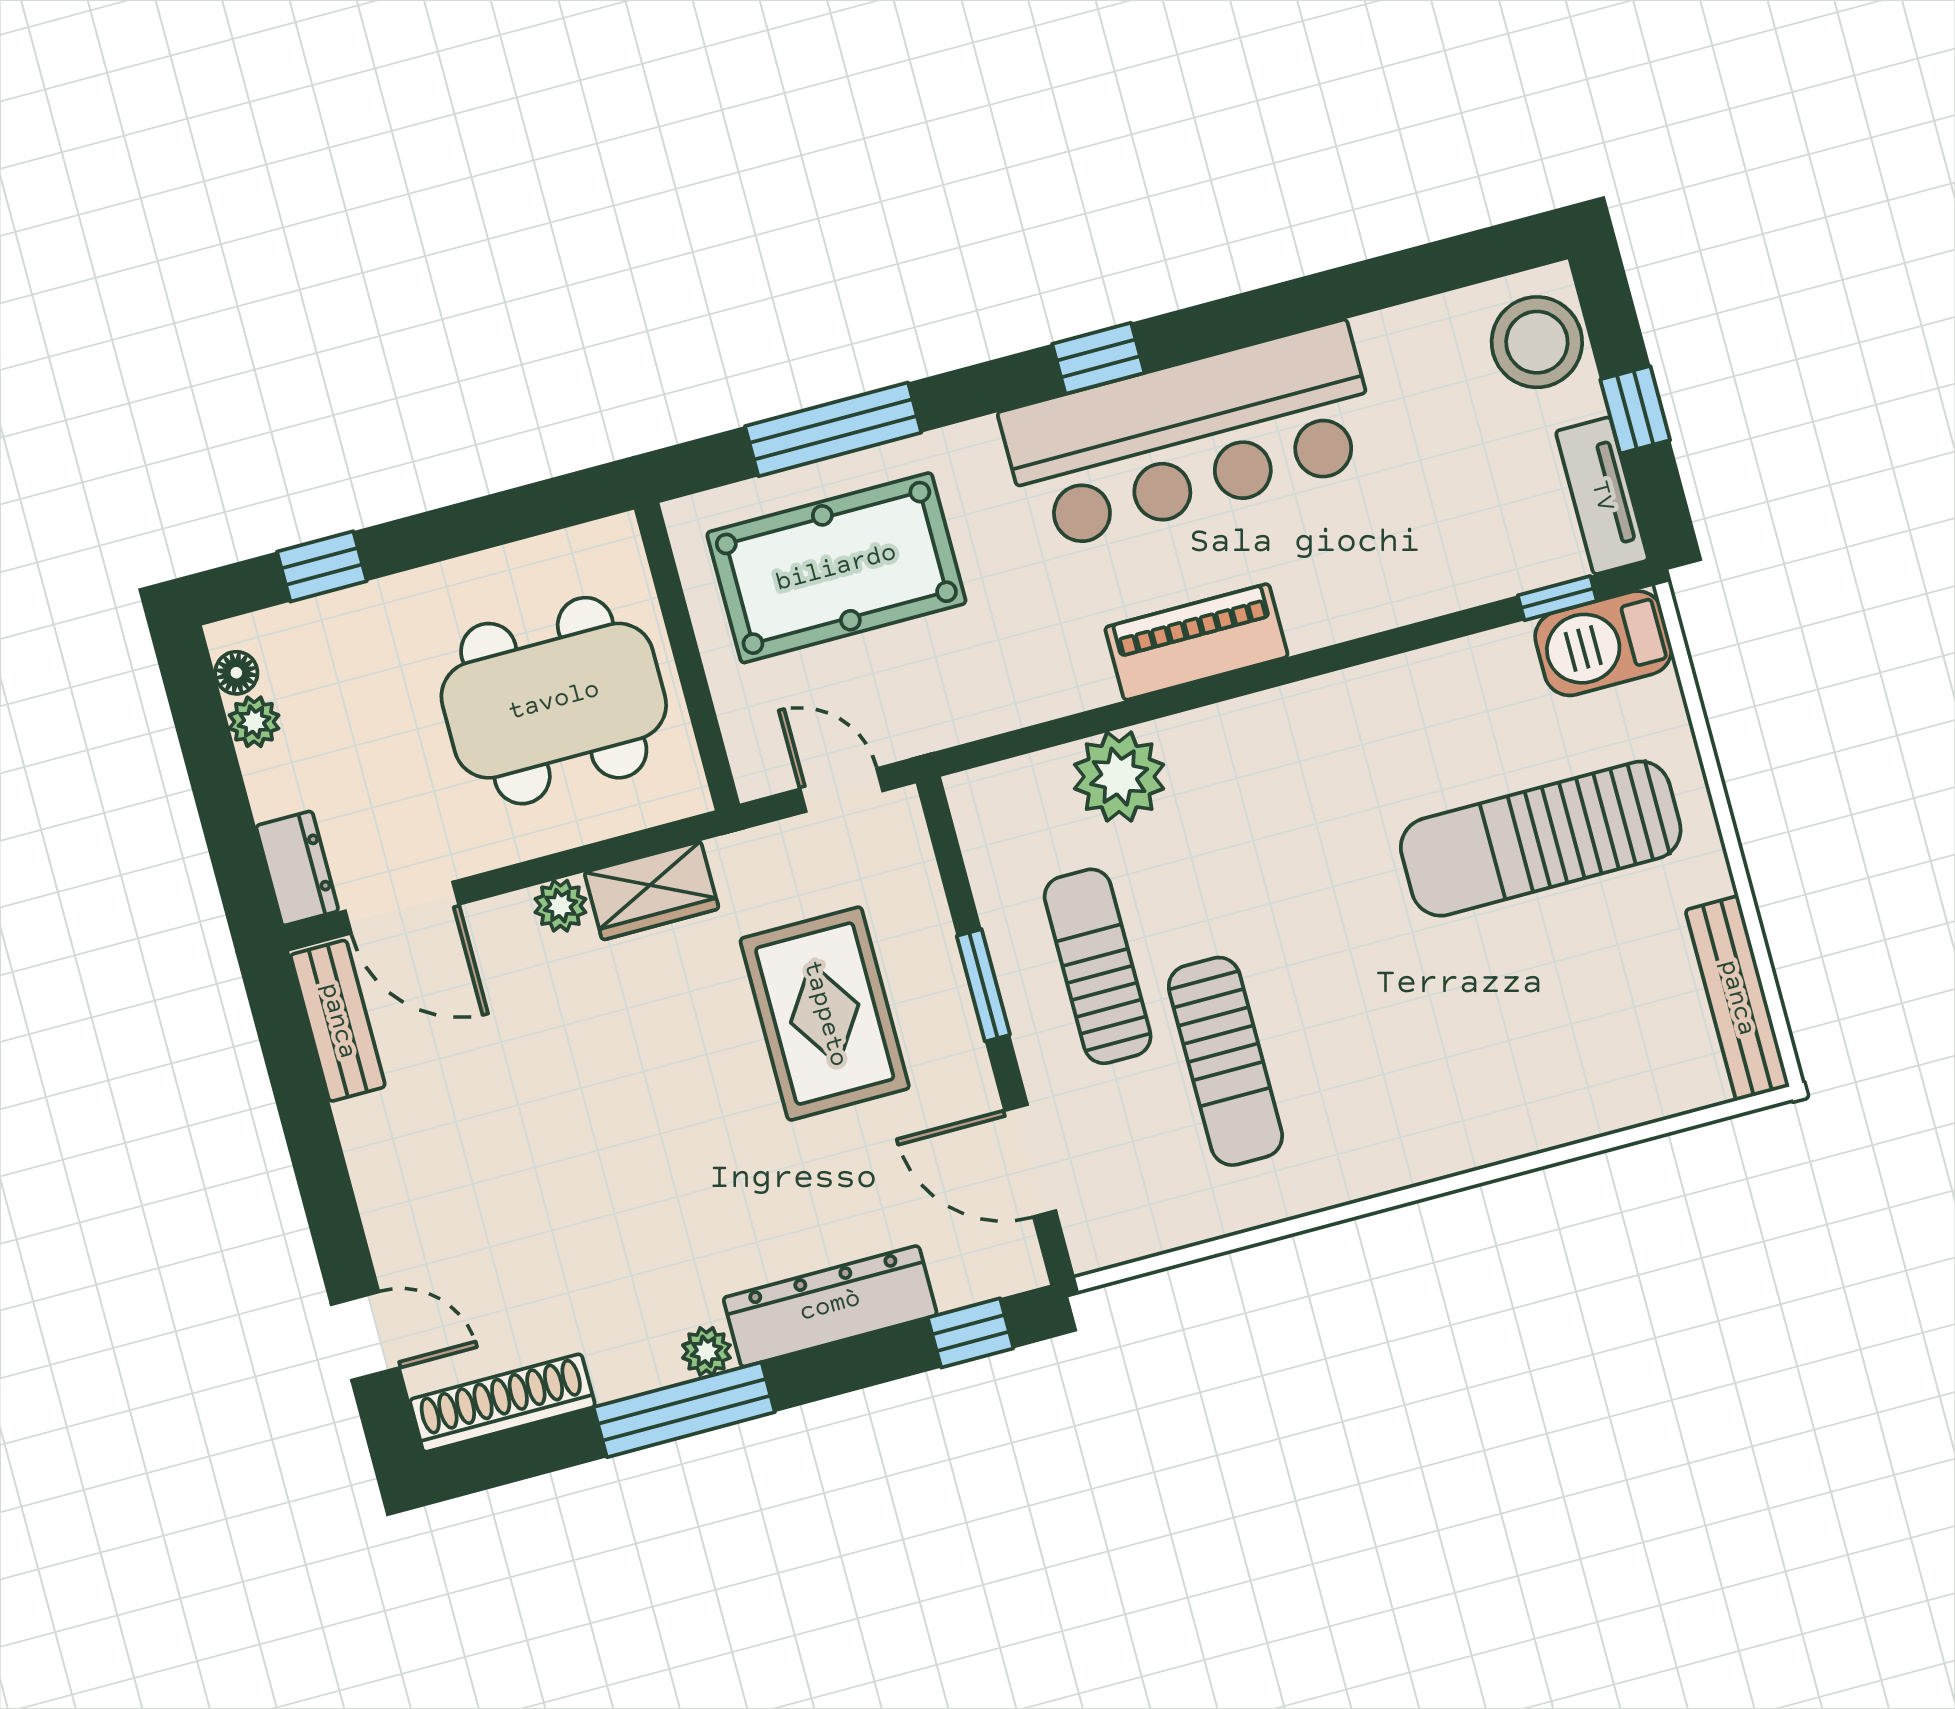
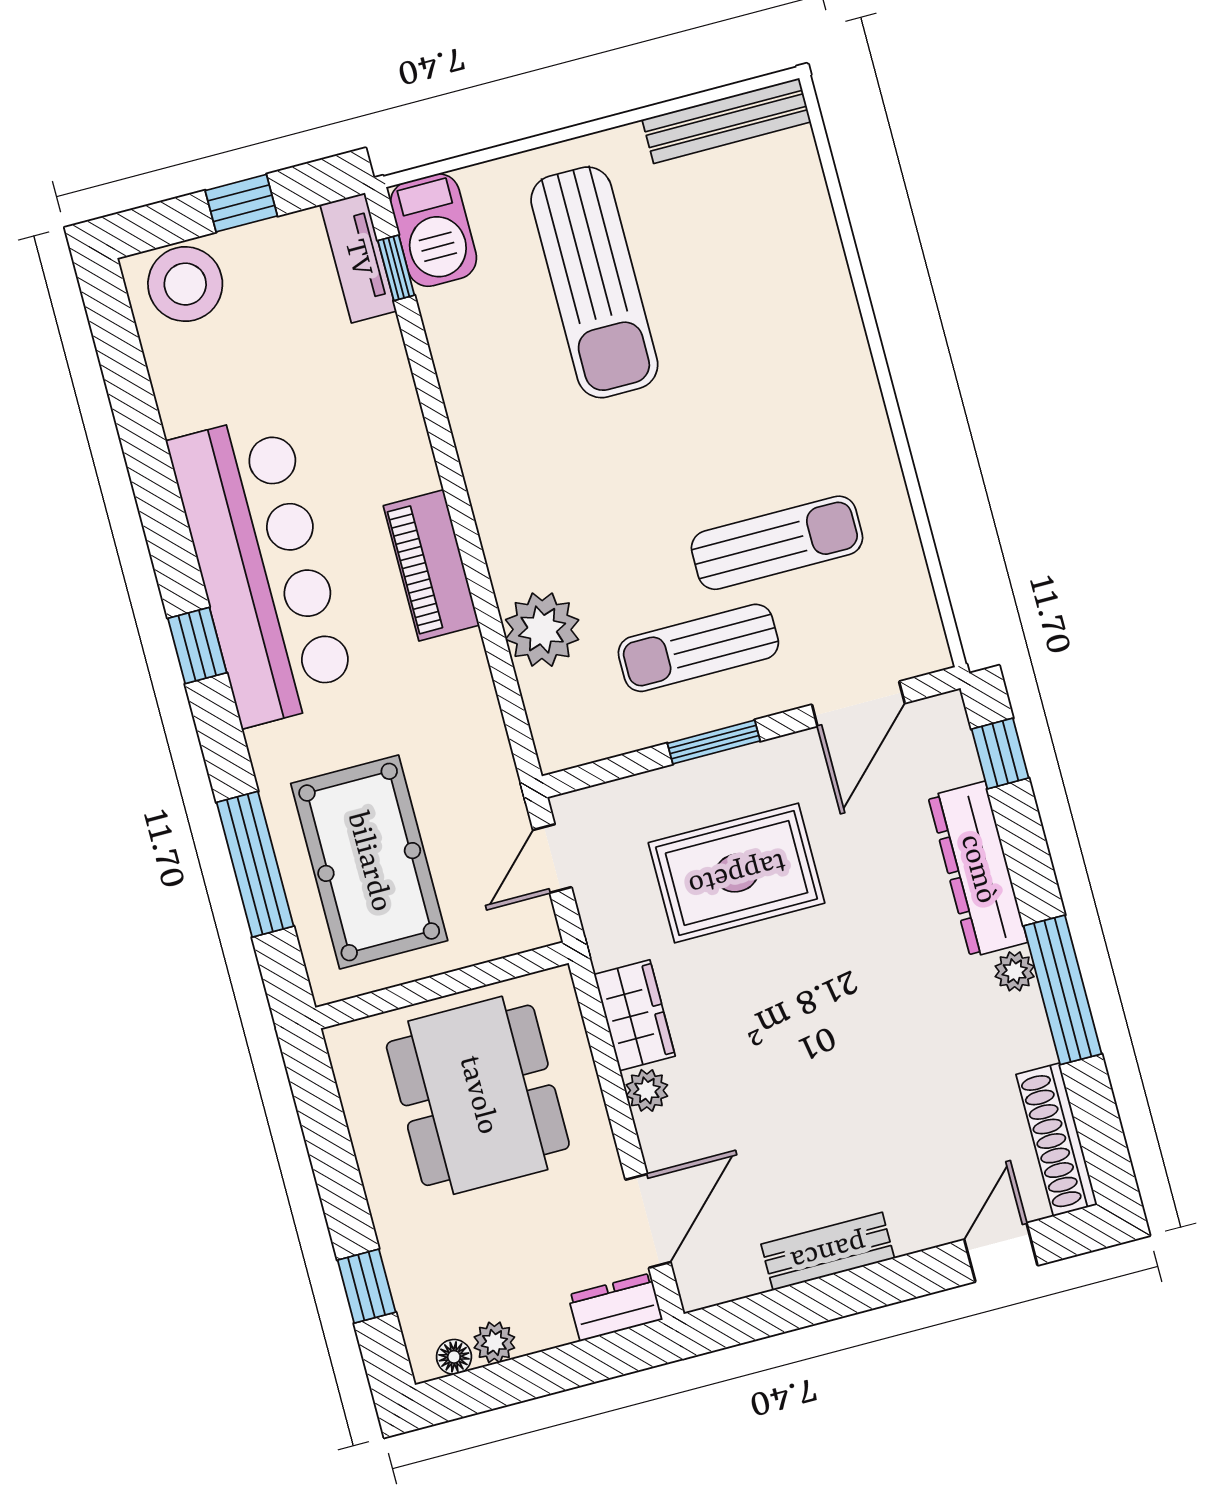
tv unit: (1602, 496) -> (358, 258), moved, turned 90
bench: (338, 1021) -> (828, 1251), moved

